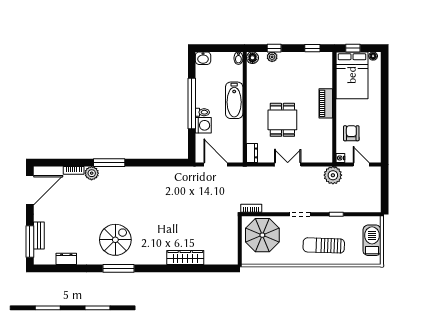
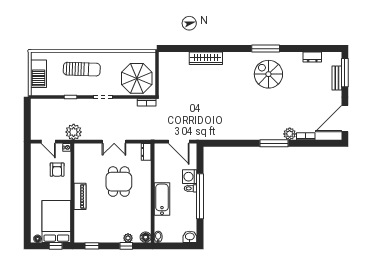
spiral stairs: (115, 240) -> (268, 74), turned 90

